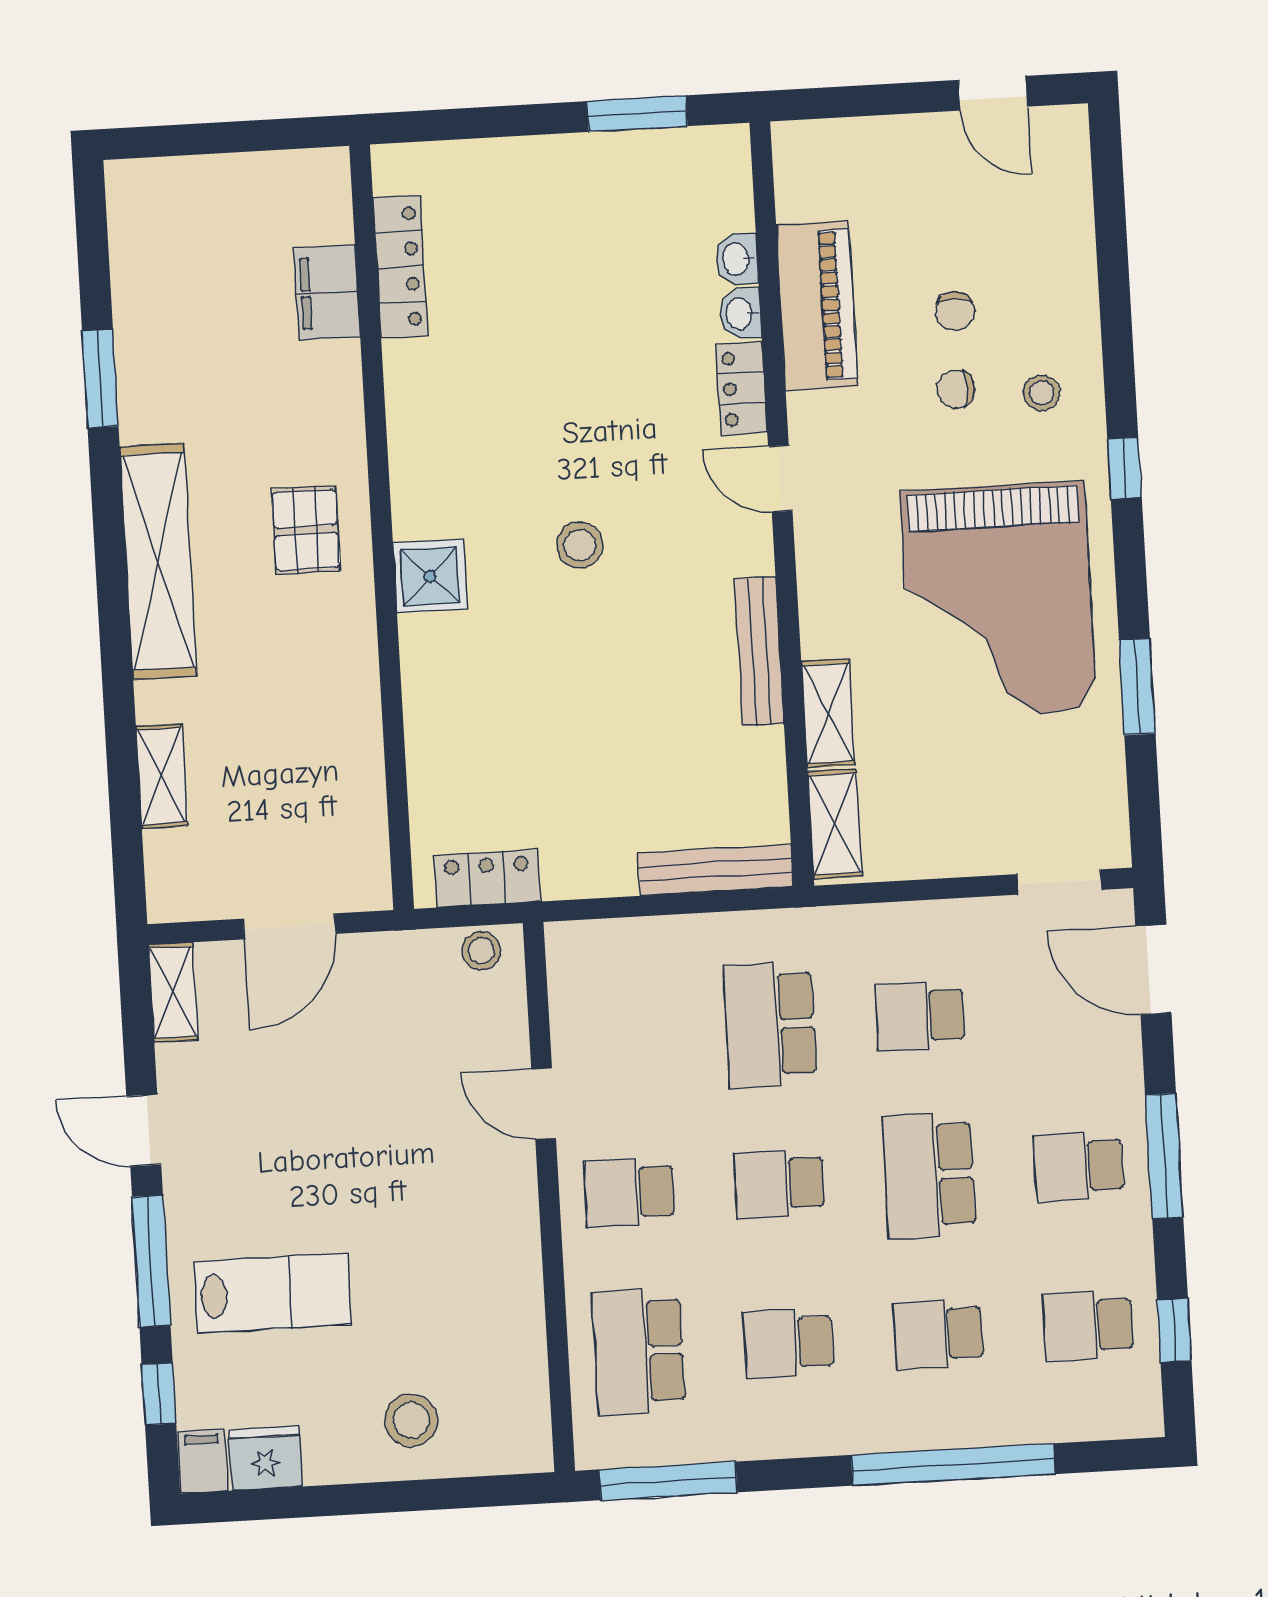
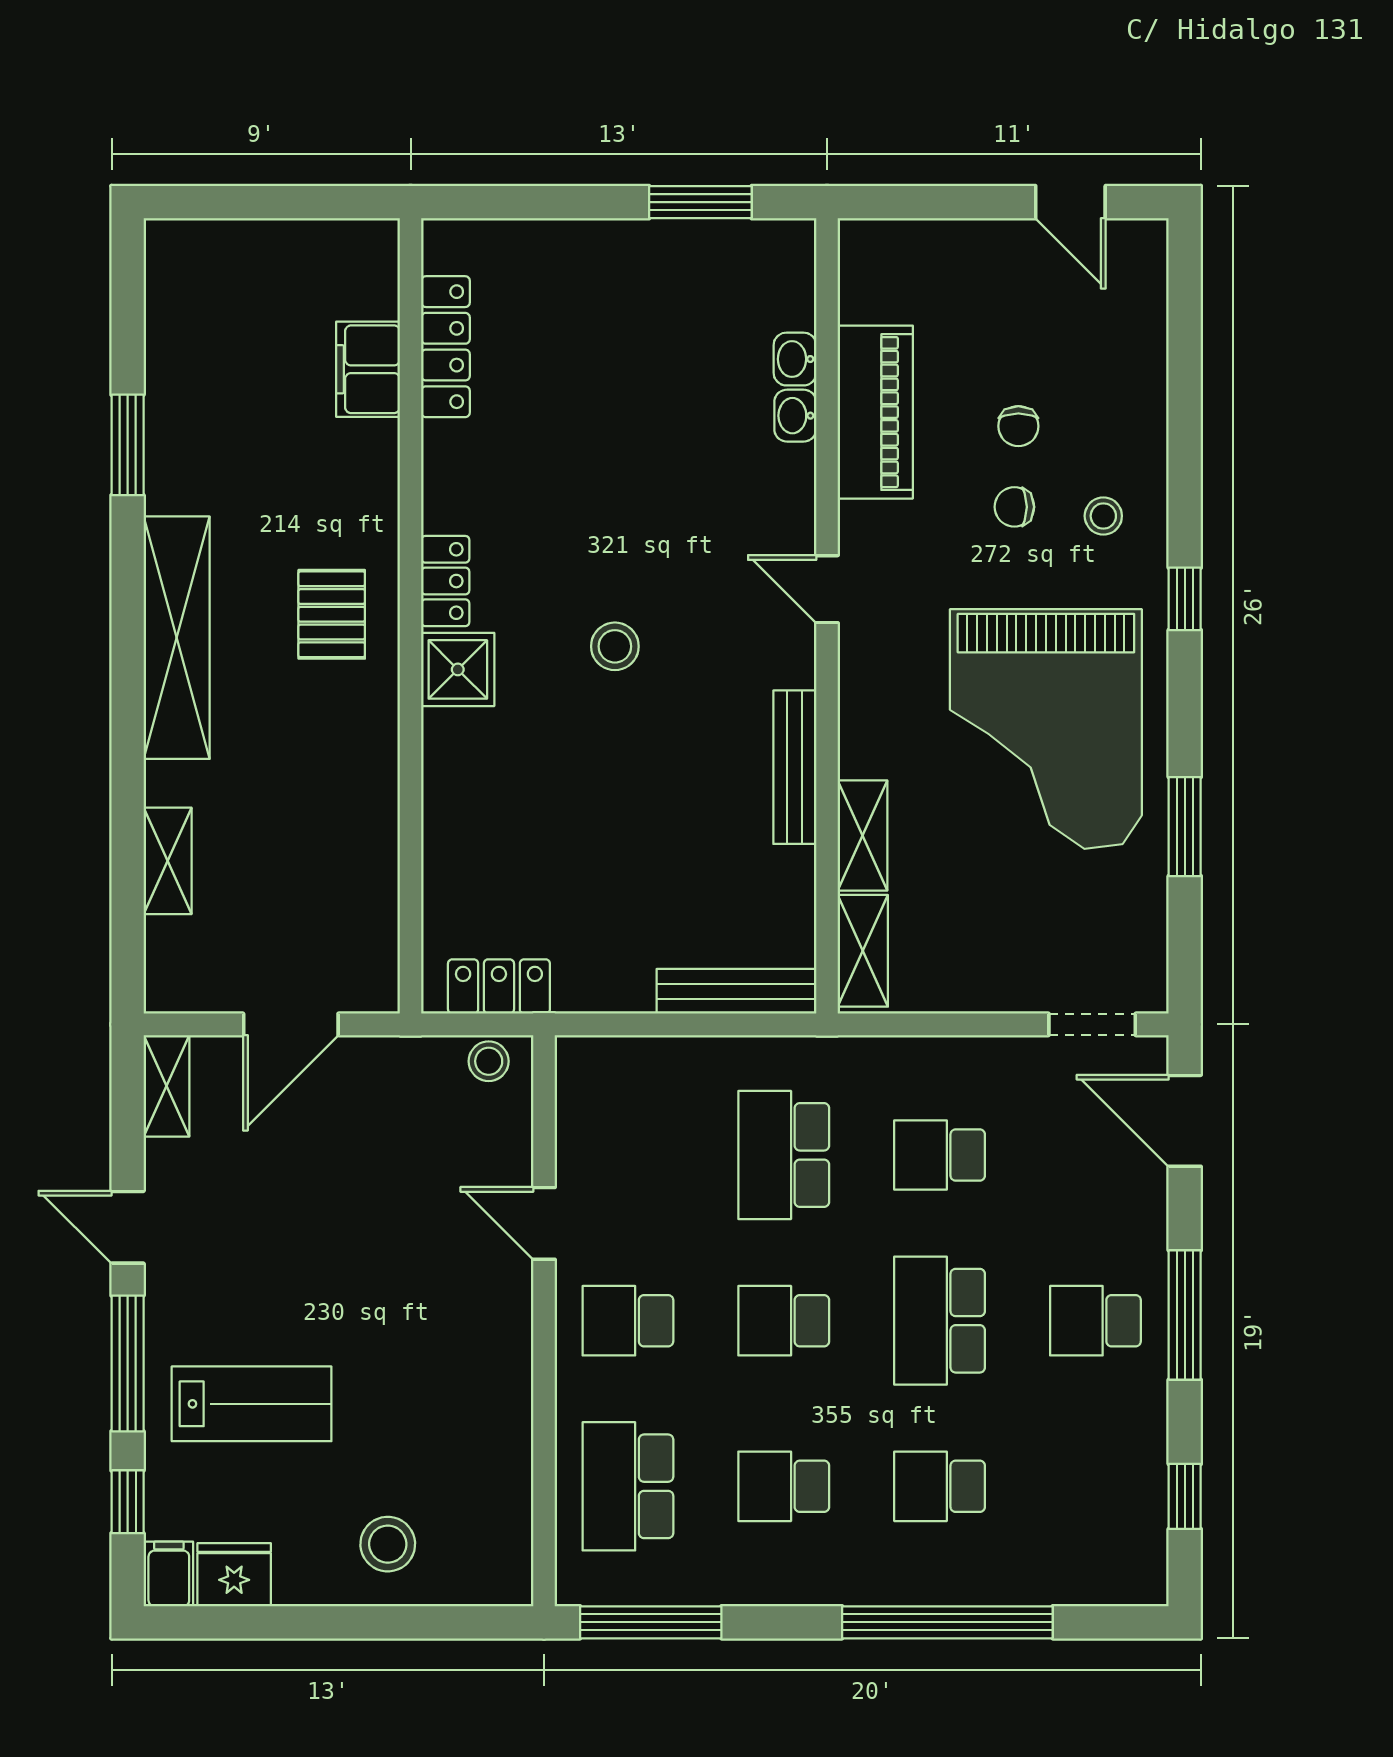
locker: (742, 389) -> (445, 581), moved, turned 180
school desk: (1088, 1326) -> (1095, 1486), removed

